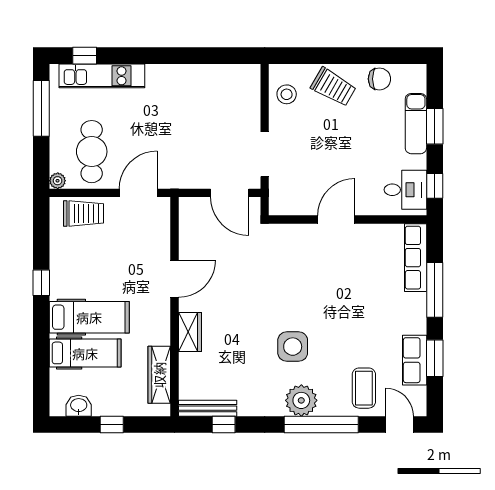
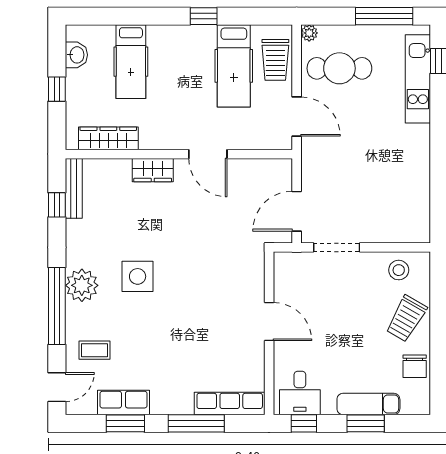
hospital bed: (89, 317) -> (234, 66), moved
coffee table: (364, 388) -> (95, 350), width x0.73, depth x0.77

